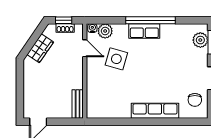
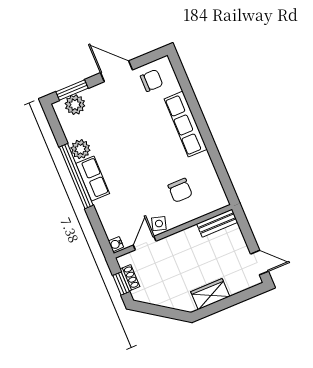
plant: (105, 31) -> (80, 149), moved
wardrobe: (40, 48) -> (210, 294), moved, turned -35
side table: (116, 59) -> (159, 224), moved, width x0.54, depth x0.54
chair: (111, 88) -> (180, 190), added

